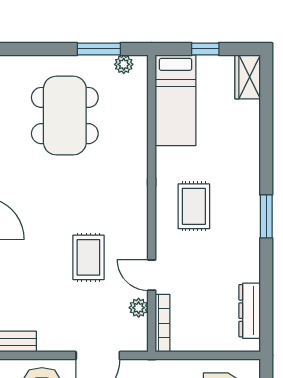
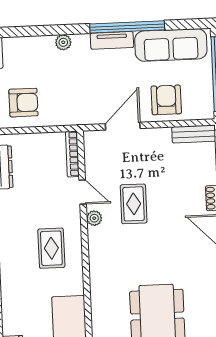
plant: (139, 308) -> (94, 218), moved

